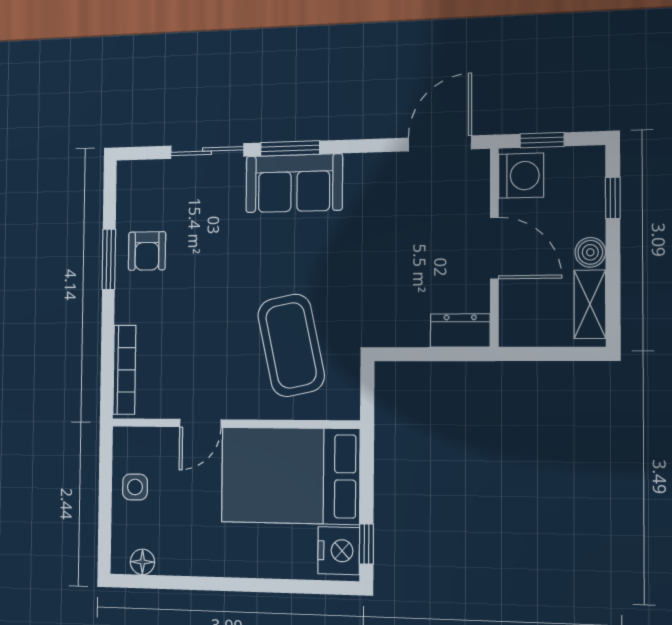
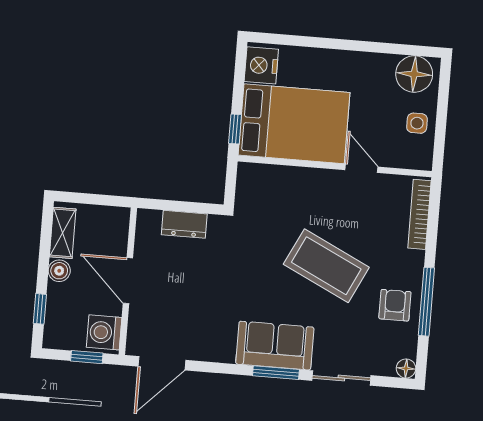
floor lamp: (128, 172) -> (406, 368), added
window: (109, 259) -> (426, 302), width x1.44
dresser: (460, 330) -> (184, 224), moved
coffee table: (291, 345) -> (326, 266), moved, turned -52
door: (200, 423) -> (361, 168), hinge flipped
window: (366, 544) -> (235, 129), moved
floor lamp: (142, 562) -> (414, 74), width x1.89, depth x1.89

